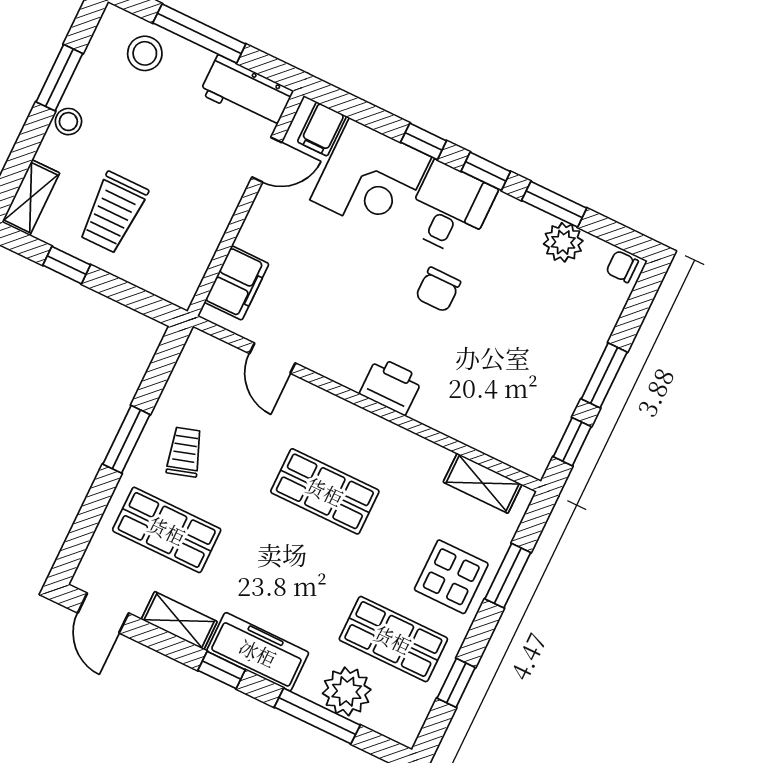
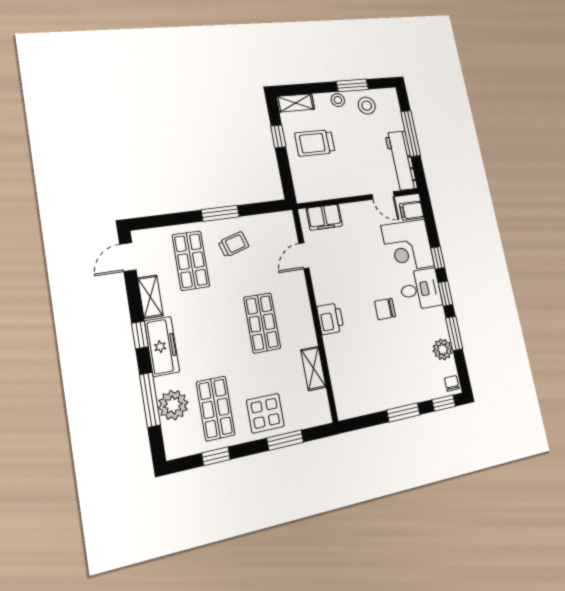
stool: (145, 53) -> (367, 106), moved
workbench: (247, 92) -> (401, 161), width x1.38
window: (572, 442) -> (444, 403), moved
shelving: (483, 483) -> (313, 368), moved

